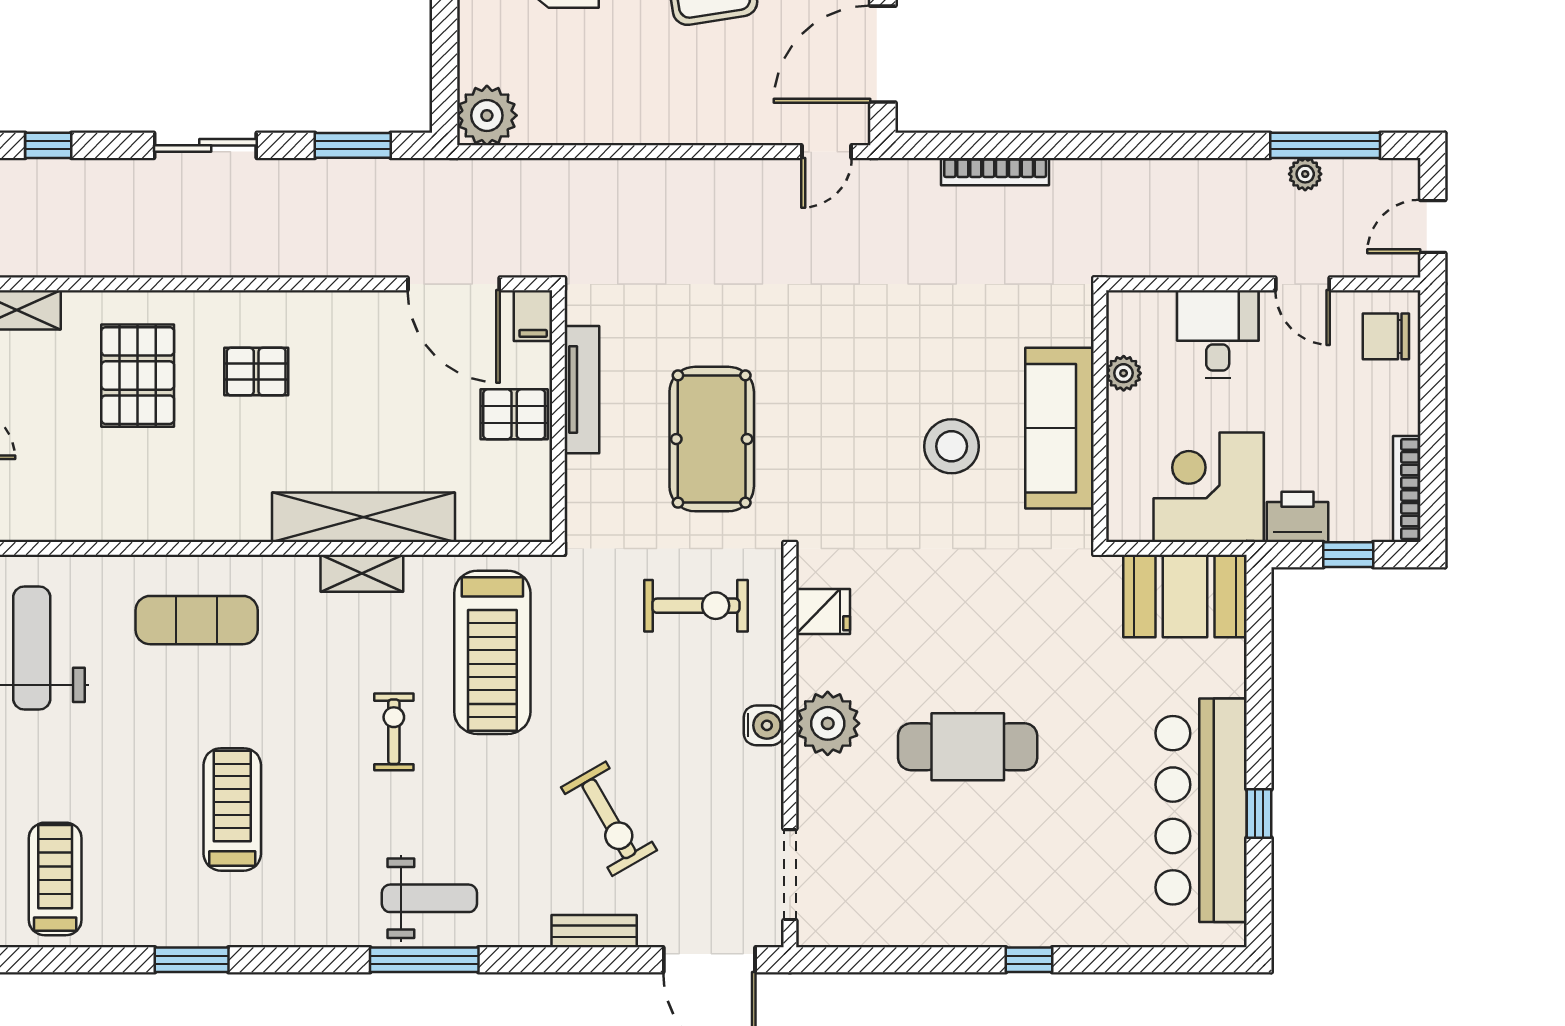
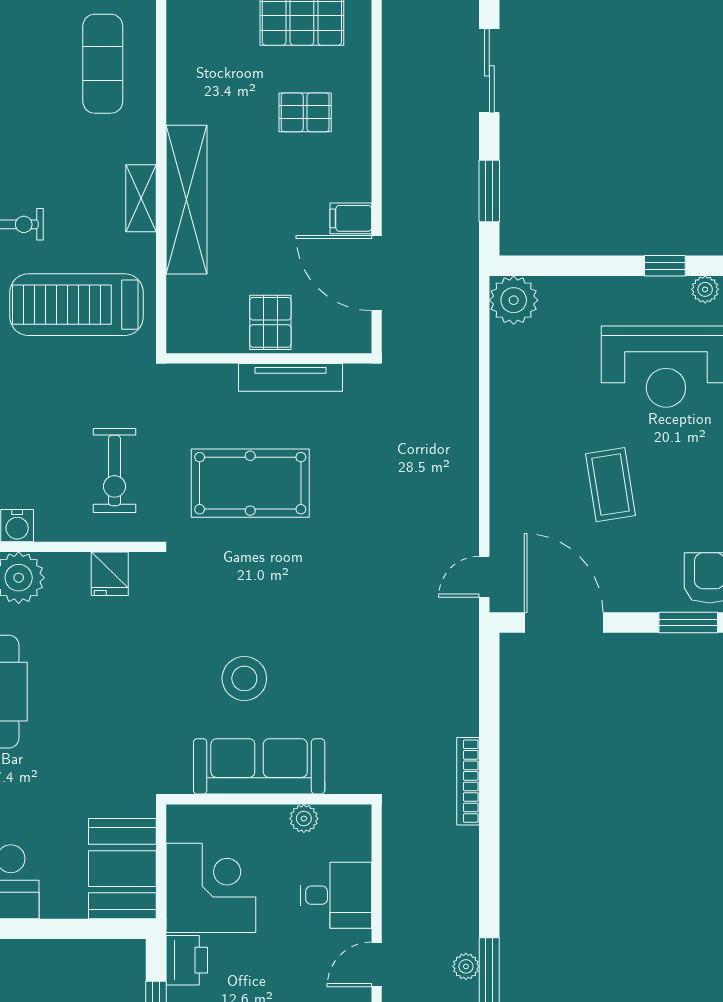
door: (827, 152) -> (484, 577), hinge flipped
bookcase: (995, 172) -> (468, 781), moved
door: (454, 284) -> (377, 273), hinge flipped
filing cabinet: (533, 316) -> (351, 218), moved
pallet: (256, 372) -> (305, 112), turned 90

